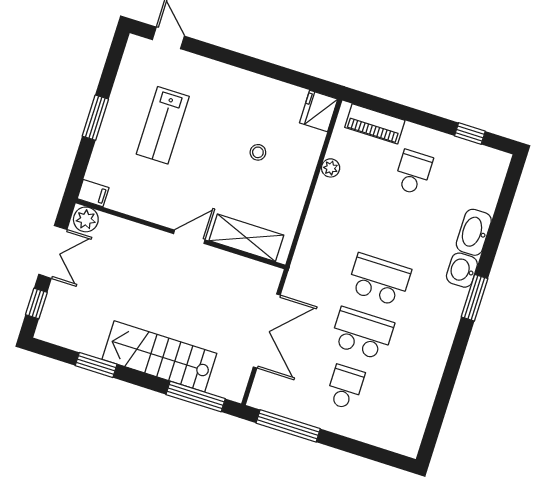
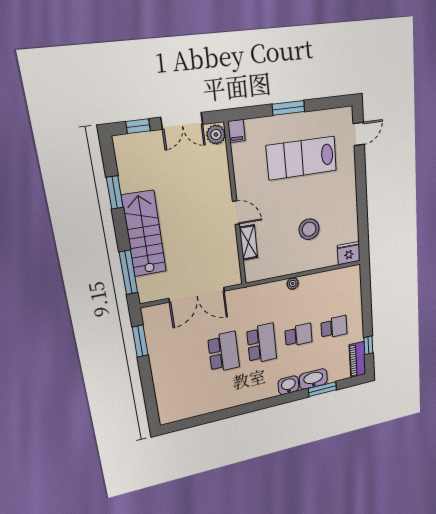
piano: (375, 124) -> (357, 360), moved
lab bench: (163, 125) -> (302, 158), width x1.36, depth x1.39
stool: (258, 152) -> (309, 229), width x1.89, depth x1.89
plant: (331, 168) -> (293, 283), moved
shelving: (246, 238) -> (248, 242), width x0.67, depth x0.75
window: (475, 298) -> (322, 389), moved
school desk: (345, 387) -> (298, 335), moved
window: (288, 426) -> (140, 341), width x0.69

